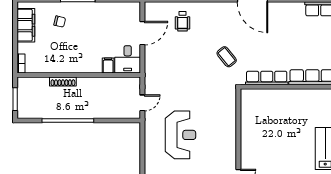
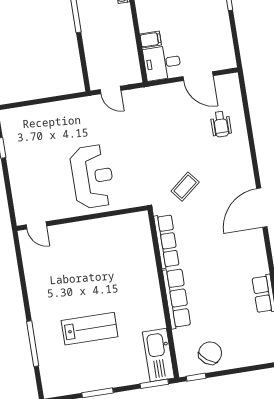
wheelchair: (183, 21) -> (221, 124), turned -90
reception desk: (180, 135) -> (92, 177), moved, turned -90

